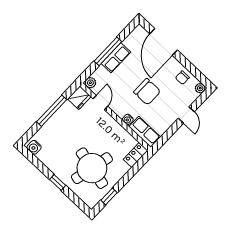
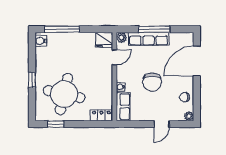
row of seats: (116, 58) -> (149, 39), width x1.48
window: (52, 111) -> (62, 29), moved

